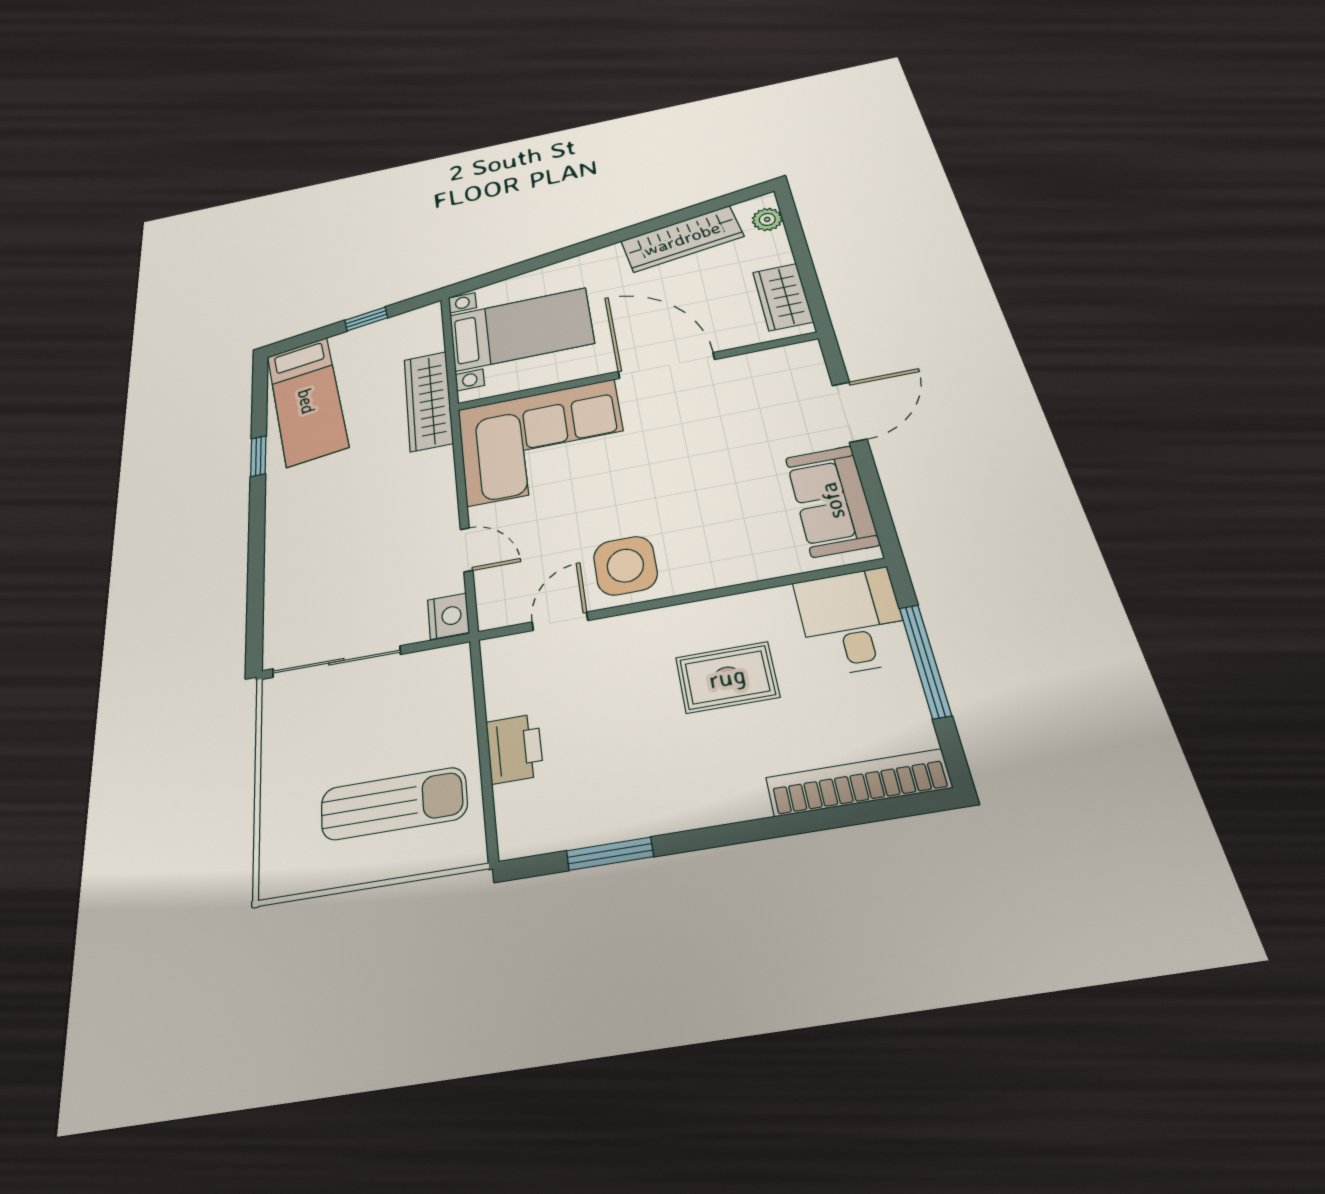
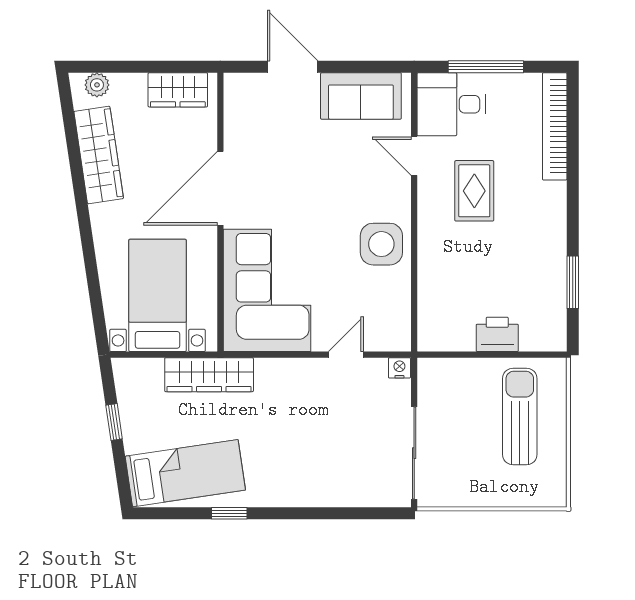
nightstand: (448, 616) -> (399, 368), width x0.72, depth x0.74
door: (560, 621) -> (414, 156), moved

